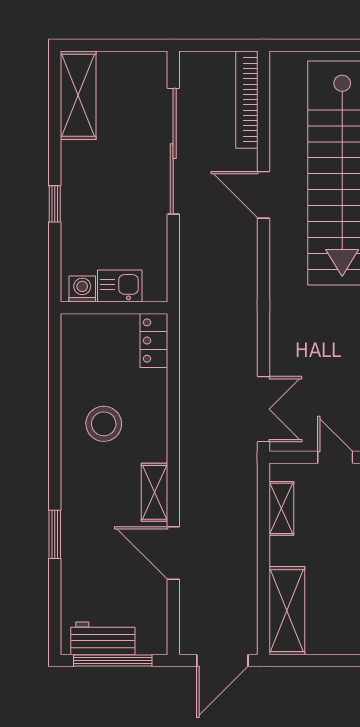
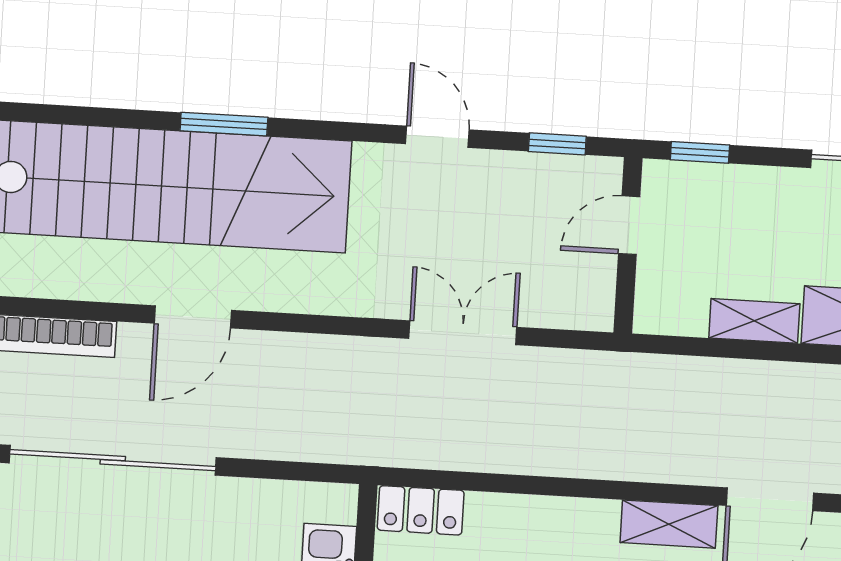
double door: (264, 409) -> (463, 333), moved
shelving: (281, 508) -> (754, 321), moved

